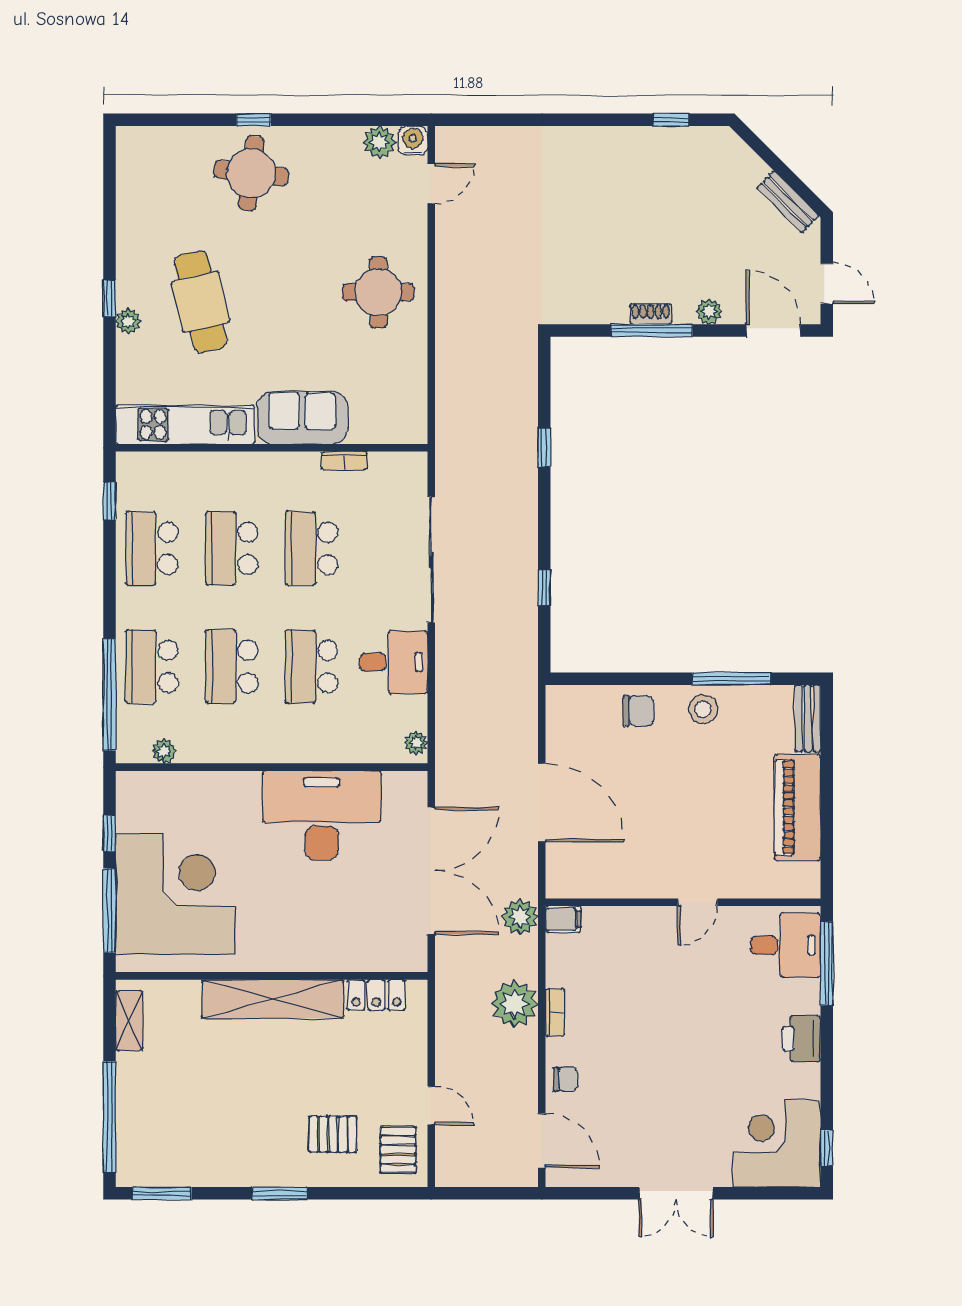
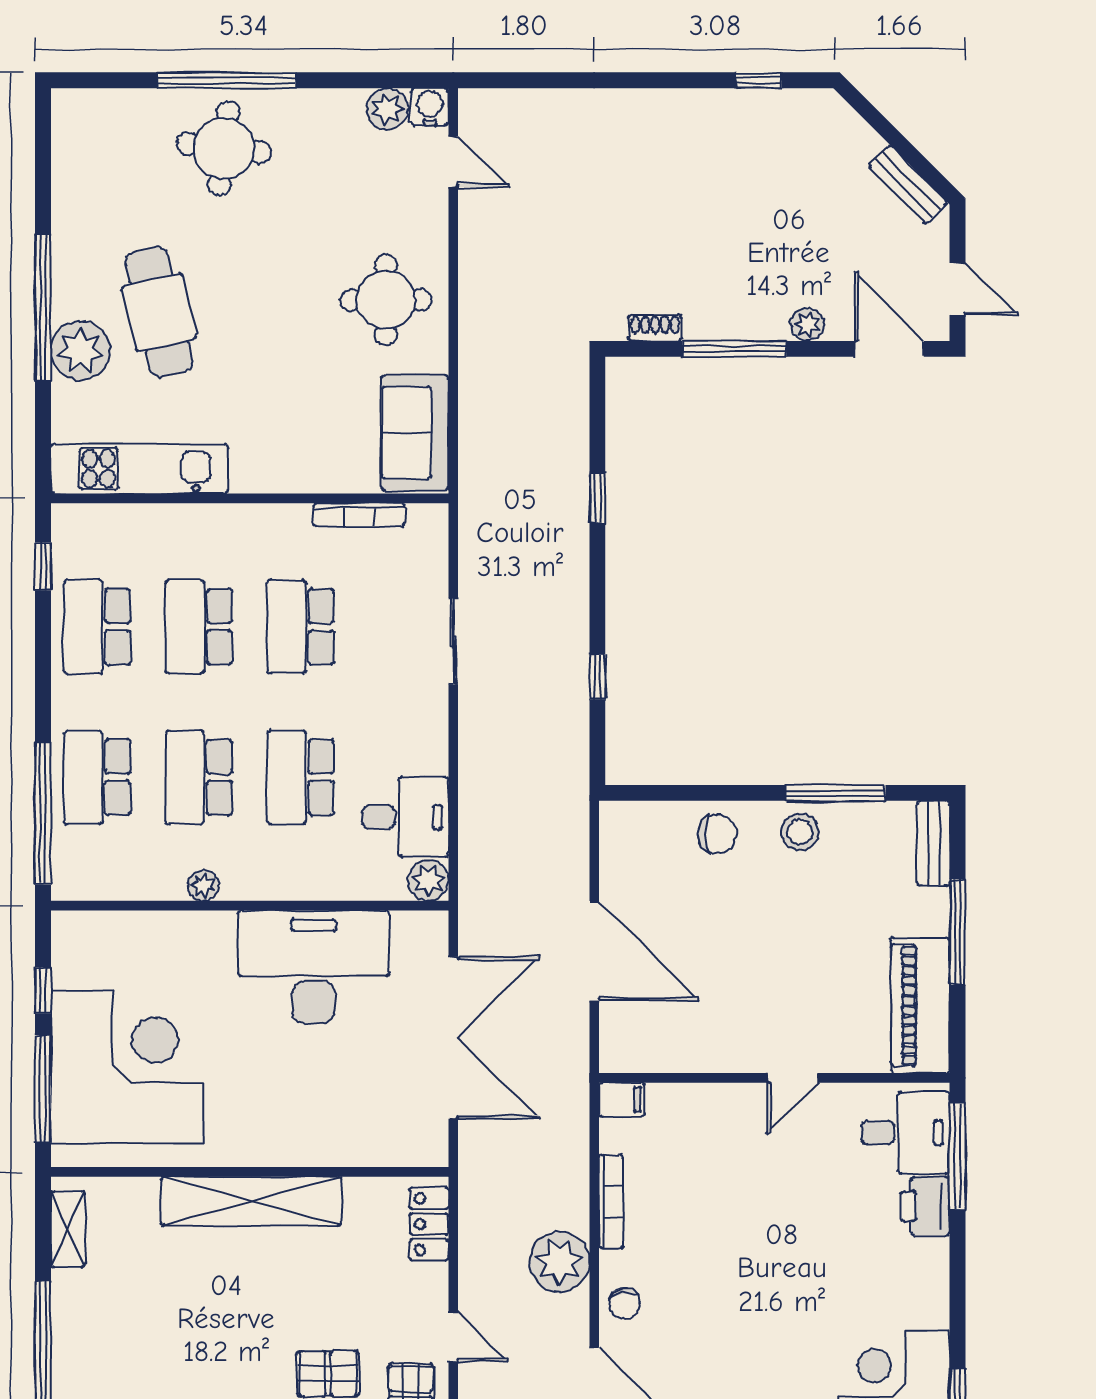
window: (254, 120) -> (227, 80), width x3.17
door: (431, 184) -> (453, 162), hinge flipped
window: (109, 298) -> (43, 308), width x3.17
shoe rack: (651, 314) -> (655, 328), moved
plant: (128, 321) -> (80, 351), width x1.87, depth x1.87
sofa: (302, 418) -> (415, 433), moved, turned -90
bookcase: (344, 461) -> (359, 515), width x1.56
sliding door: (431, 560) -> (453, 641), width x0.54
desk: (394, 662) -> (405, 817), moved
plant: (416, 743) -> (428, 880), width x1.38, depth x1.38
plant: (164, 751) -> (203, 885), moved
window: (827, 788) -> (958, 932), added
piano: (797, 807) -> (920, 1005), moved
plant: (520, 917) -> (567, 1096), removed
locker: (376, 995) -> (429, 1224), moved, turned 90
plant: (514, 1004) -> (559, 1262), moved
bookcase: (555, 1012) -> (611, 1202), width x1.56
printer: (801, 1039) -> (925, 1206), moved
chair: (565, 1079) -> (624, 1304), turned 81

